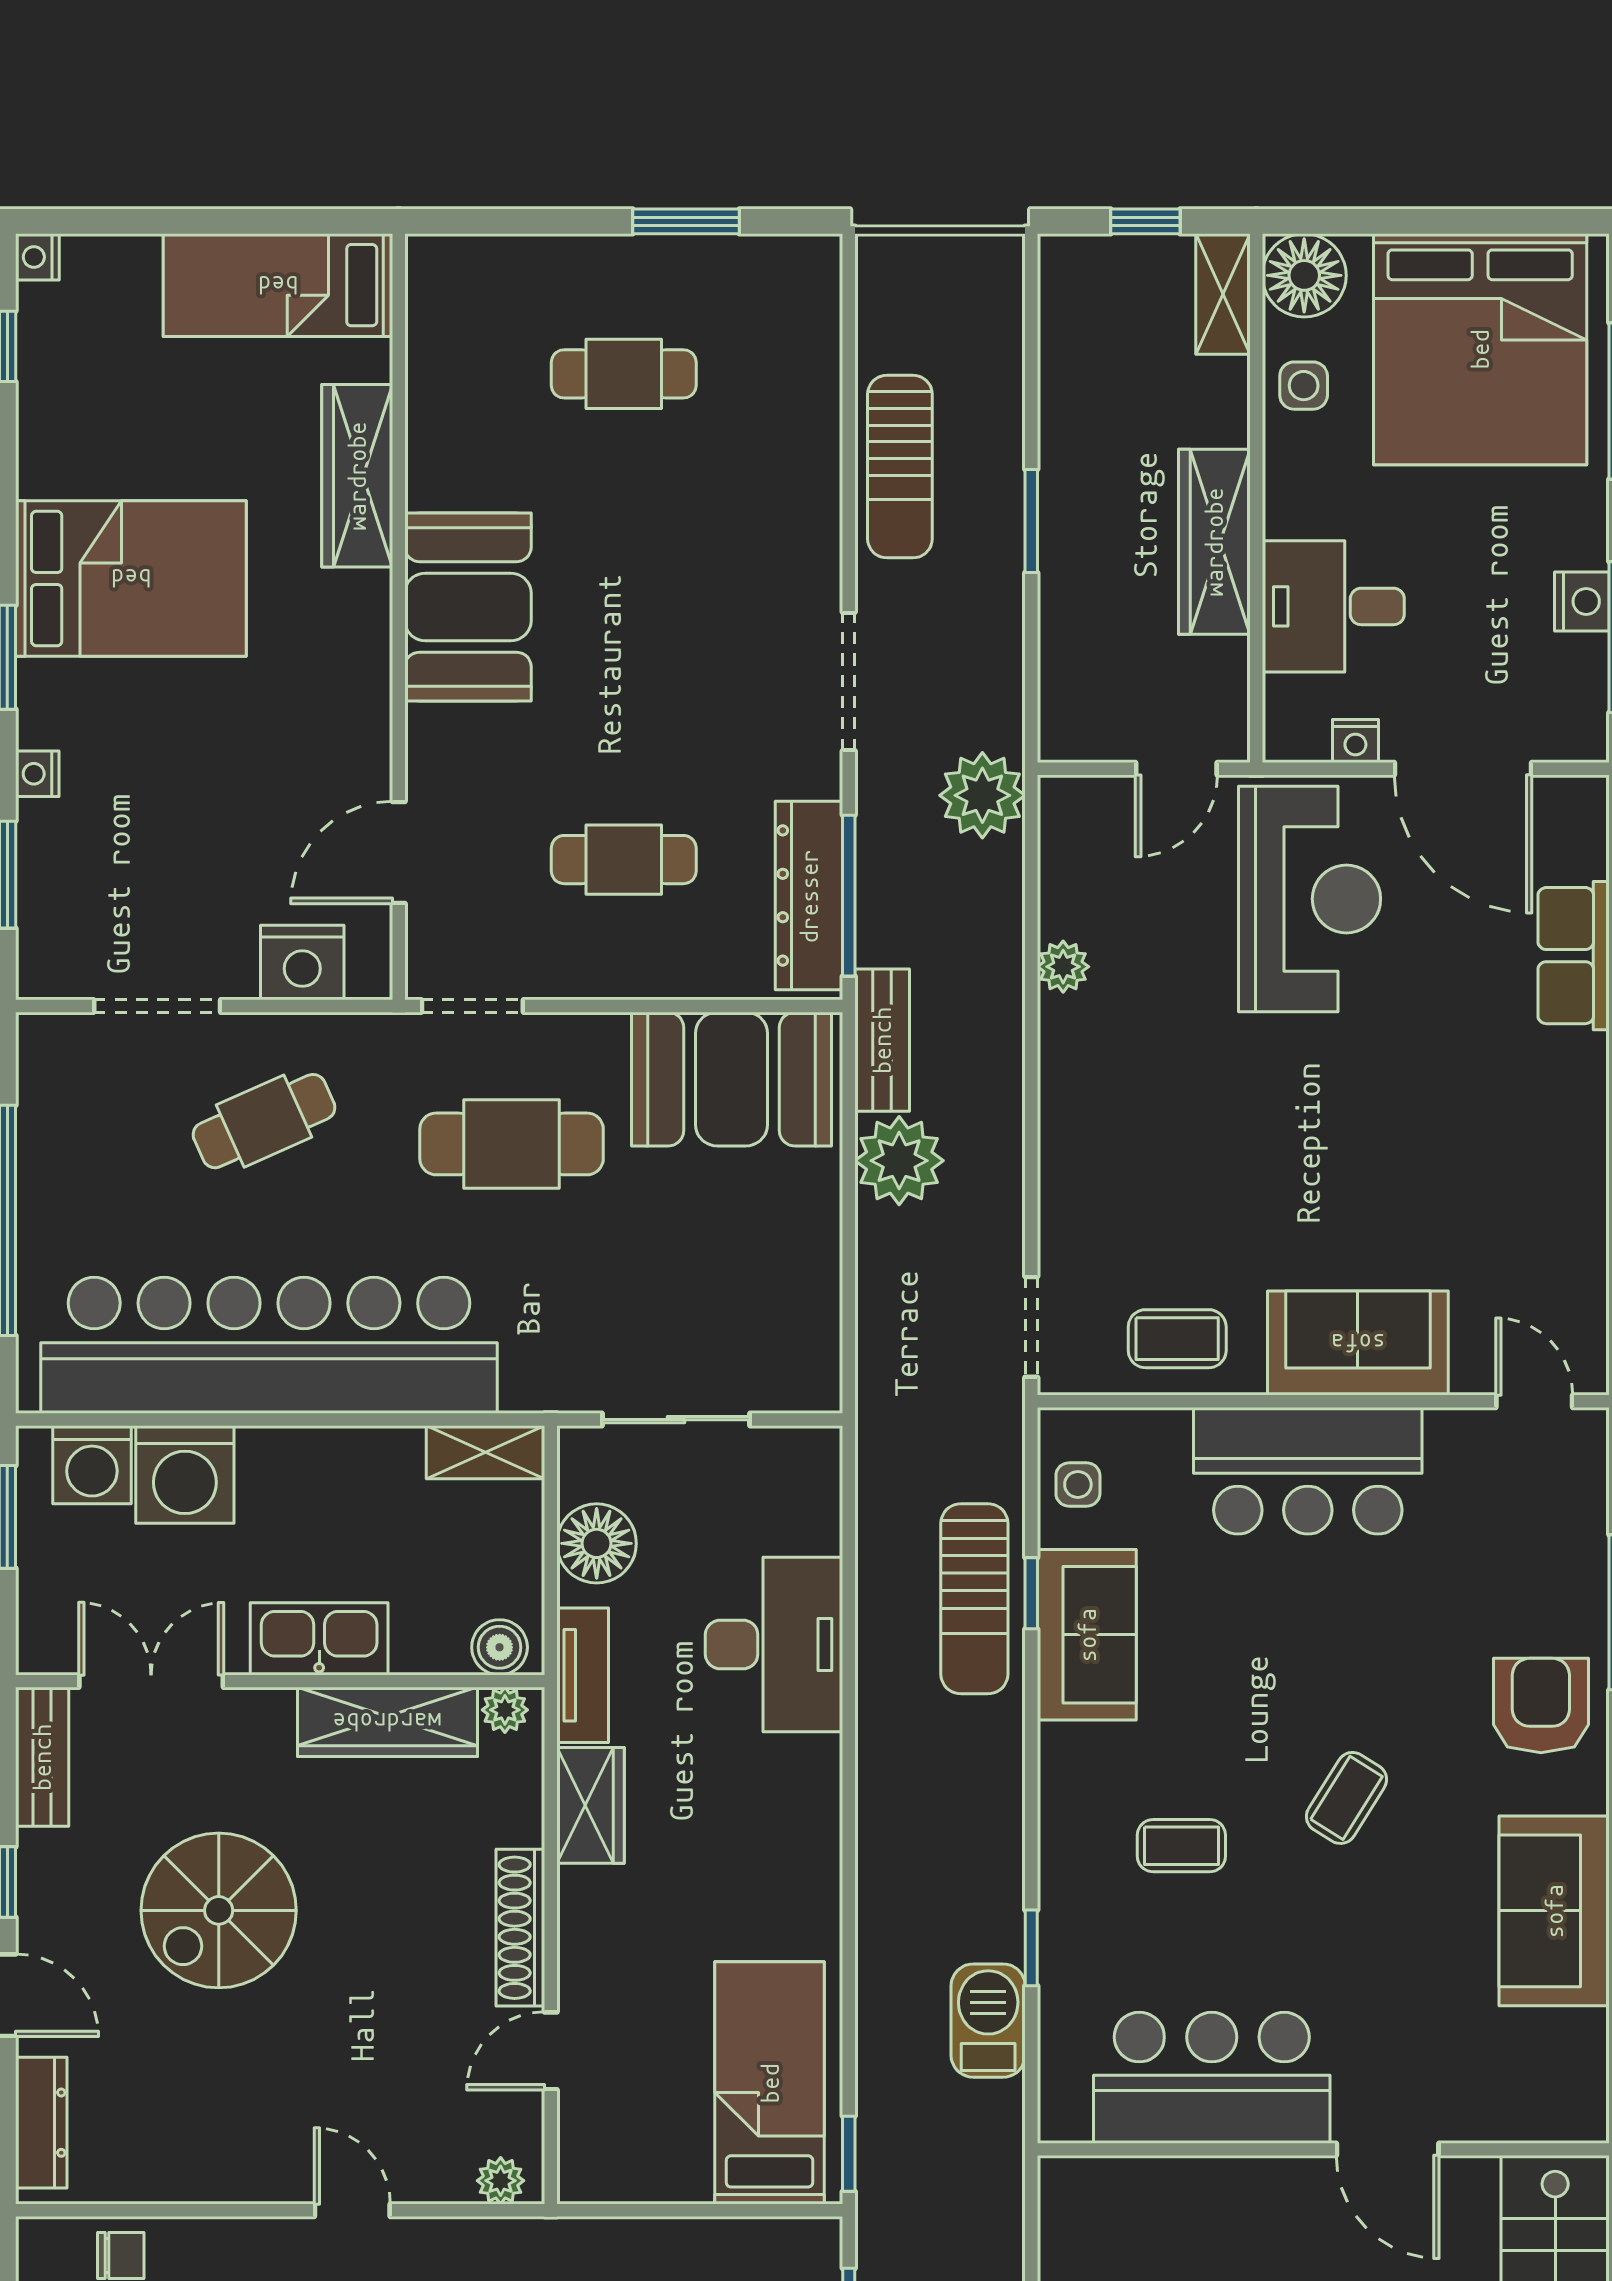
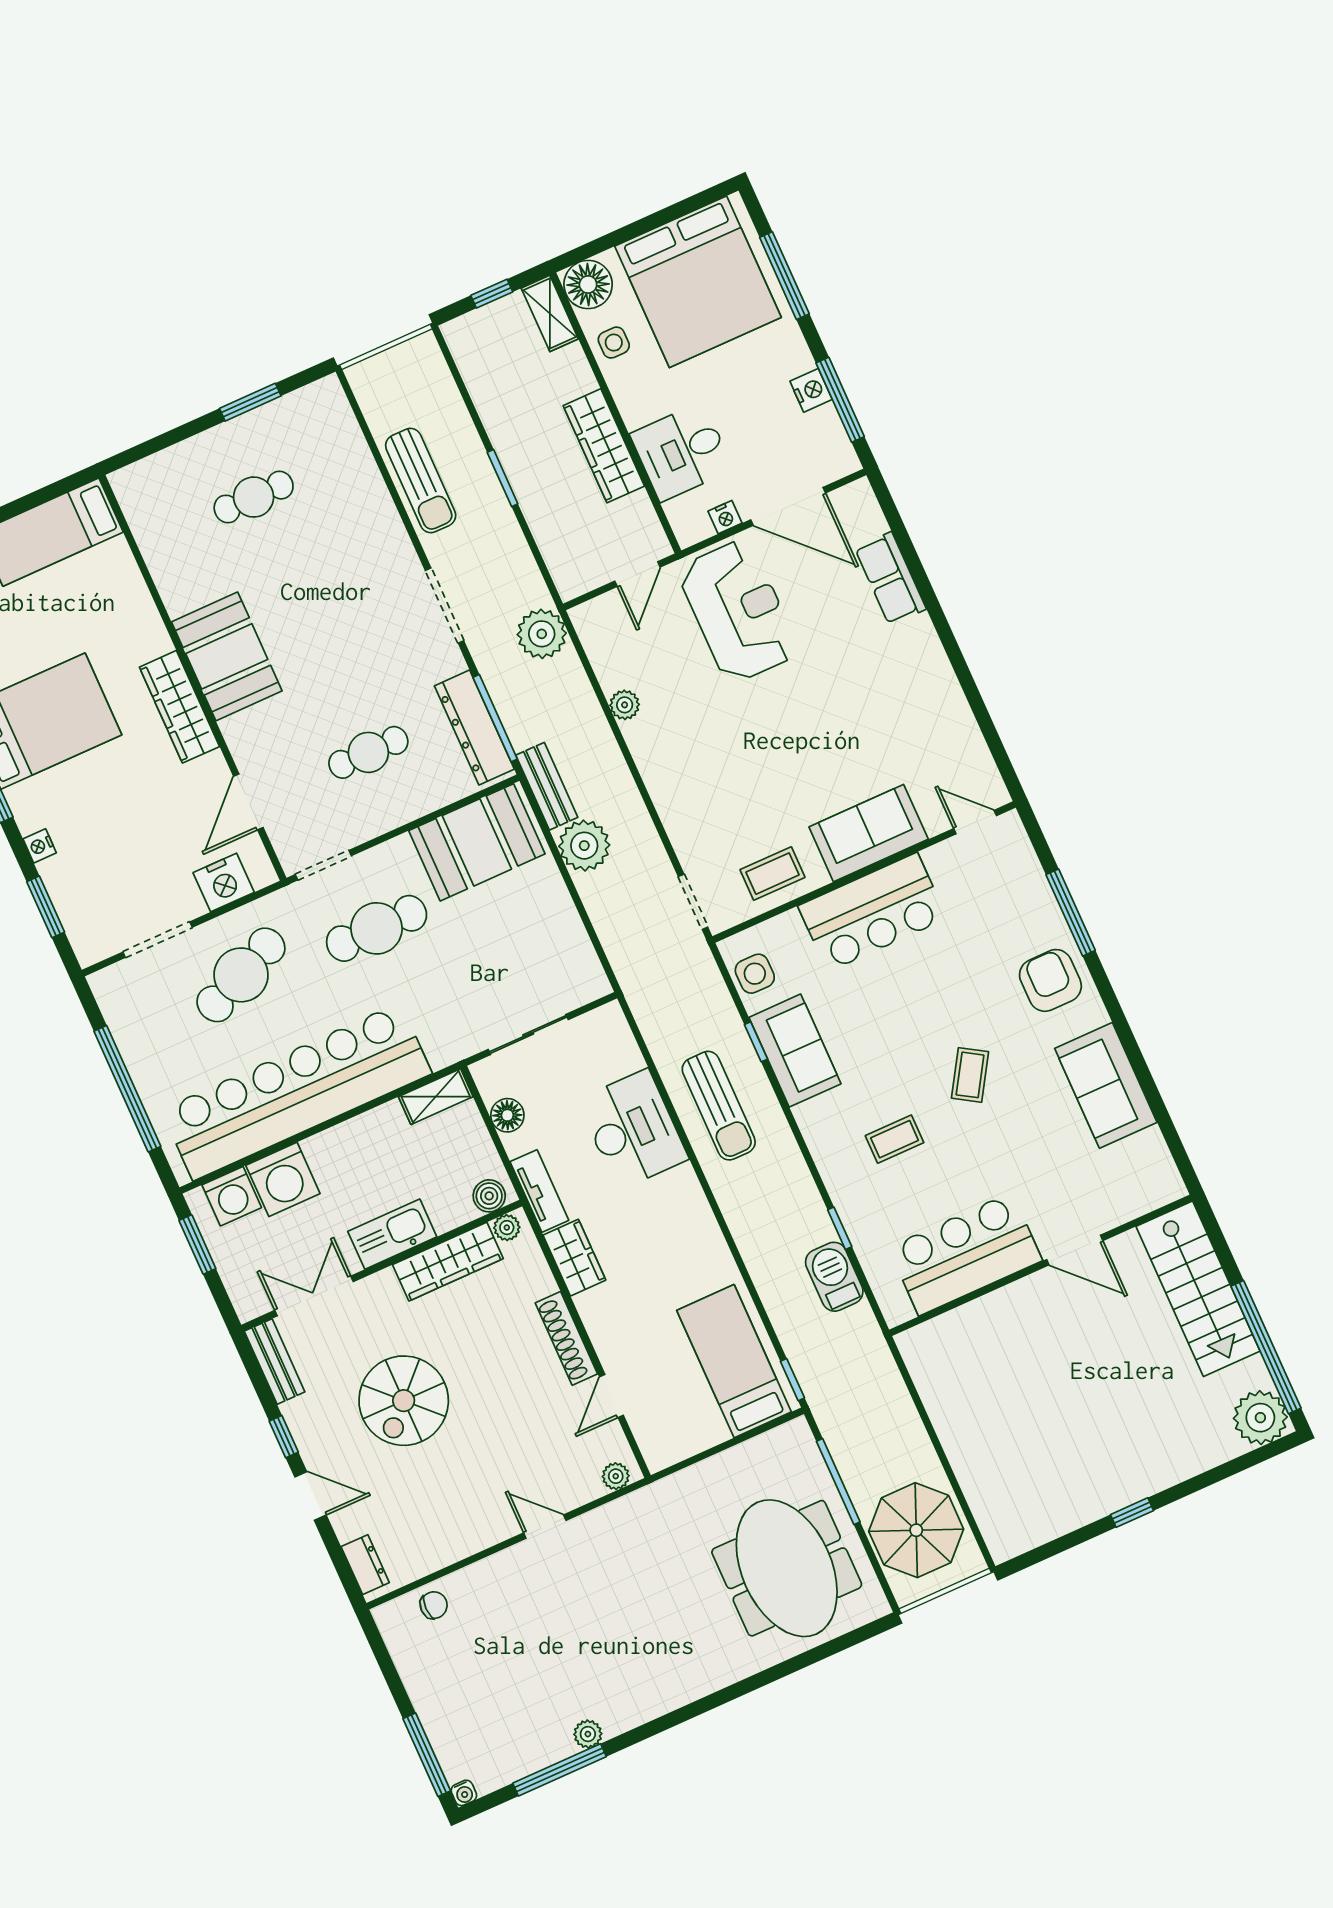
wardrobe: (357, 476) -> (179, 707), moved
cafe table: (264, 1121) -> (241, 975), width x1.37, depth x1.35
side table: (1078, 1484) -> (755, 974), width x1.37, depth x1.37
floor lamp: (597, 1543) -> (507, 1115), width x0.73, depth x0.73
sun lounger: (974, 1599) -> (719, 1106), moved
dresser: (41, 2123) -> (365, 1565), width x0.70

